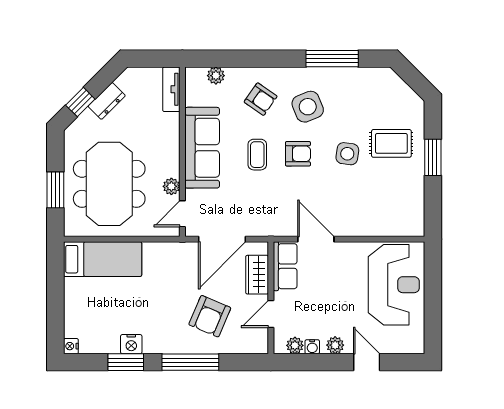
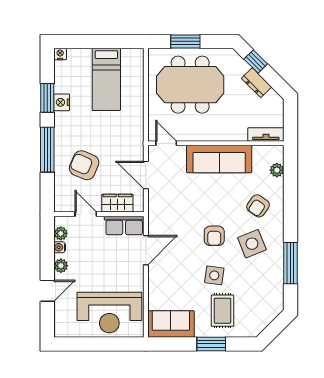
coffee table: (257, 155) -> (214, 203), removed
plant: (171, 186) -> (188, 134), removed
sofa: (408, 208) -> (171, 324), added
door: (222, 239) -> (146, 175), width x0.73
bed: (103, 259) -> (106, 79), moved

